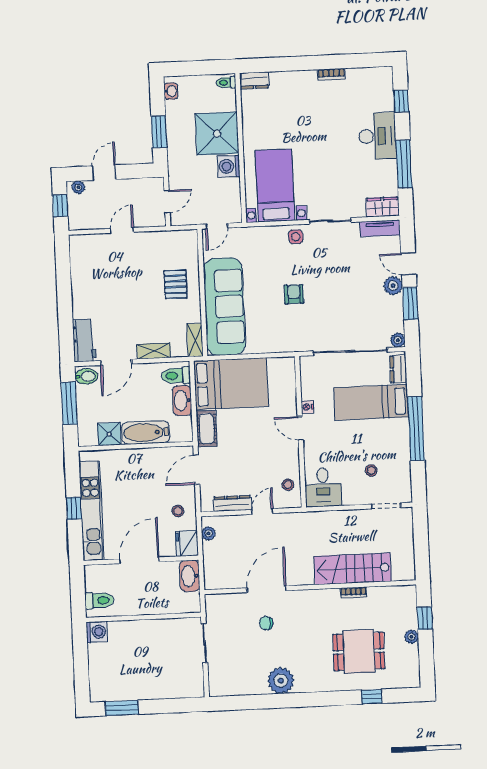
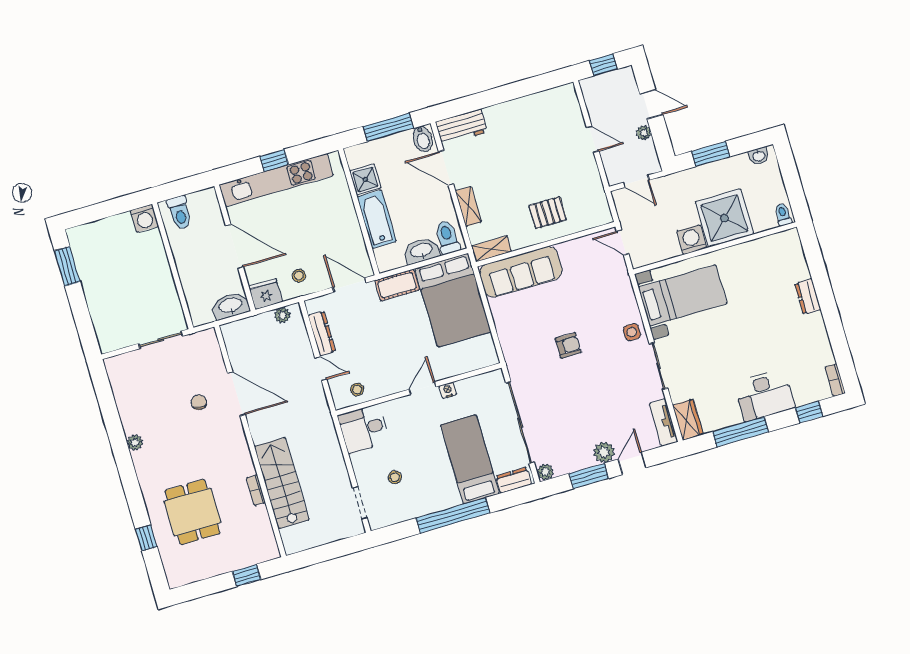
bookcase: (331, 74) -> (835, 380), moved
dresser: (254, 80) -> (808, 297), moved
plant: (78, 187) -> (644, 133), moved
sofa: (224, 307) -> (521, 272), width x0.74, depth x0.79
plant: (412, 637) -> (223, 566), removed
plant: (281, 681) -> (135, 443), width x0.53, depth x0.53

